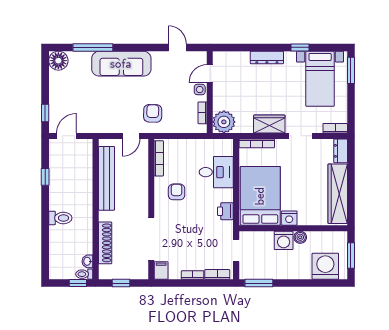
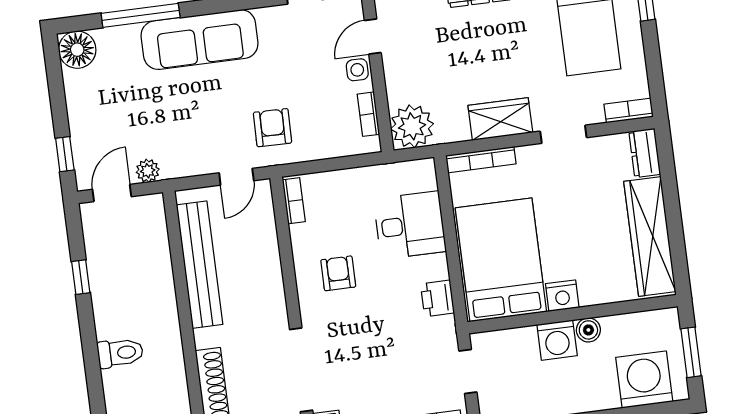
plant: (86, 127) -> (148, 171), added
bookcase: (159, 158) -> (294, 201), width x0.64

